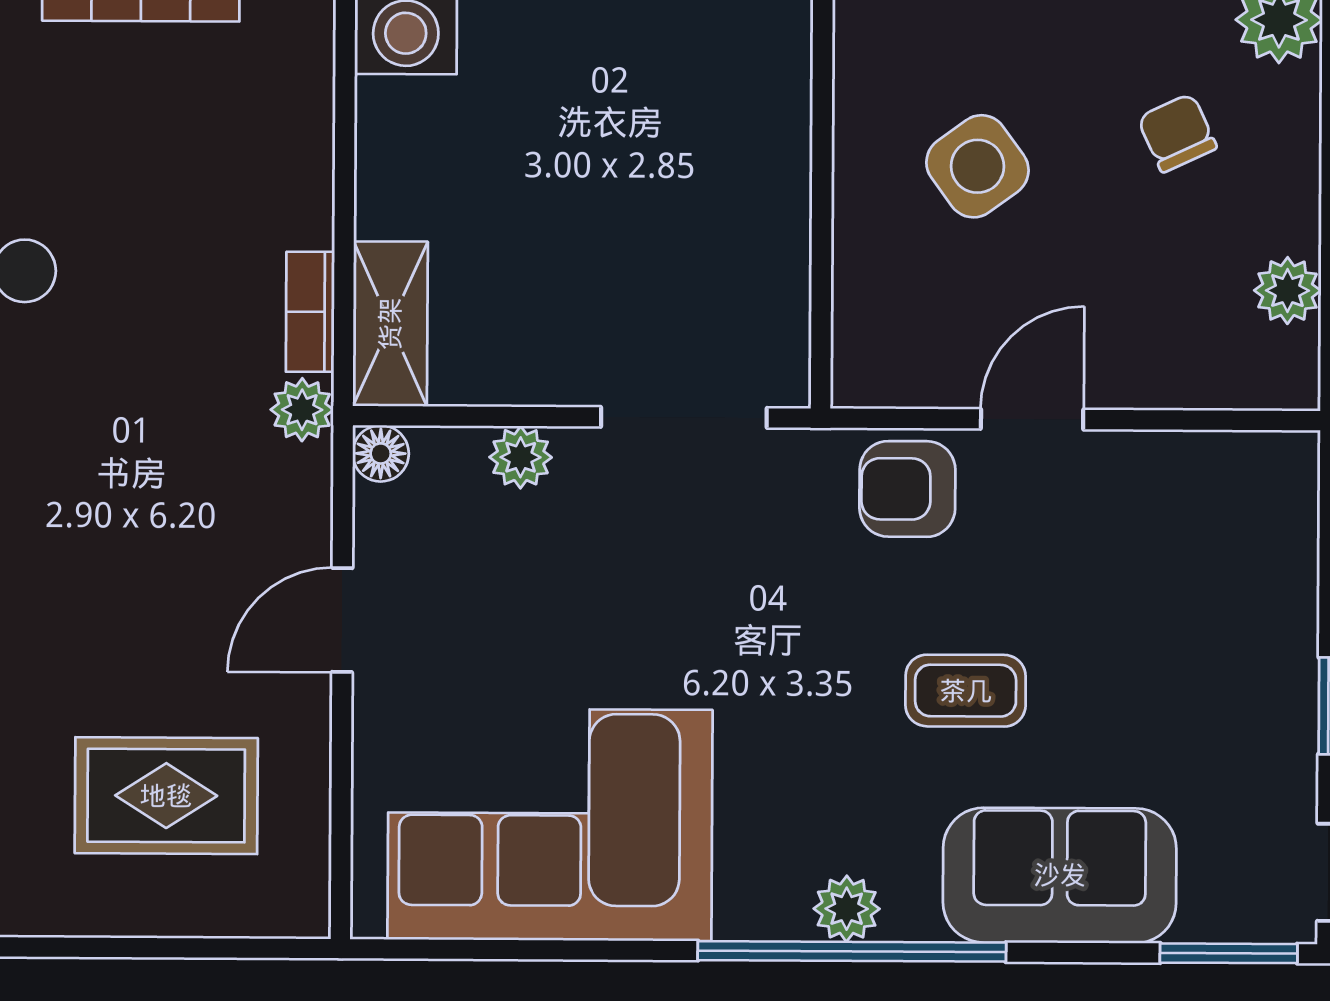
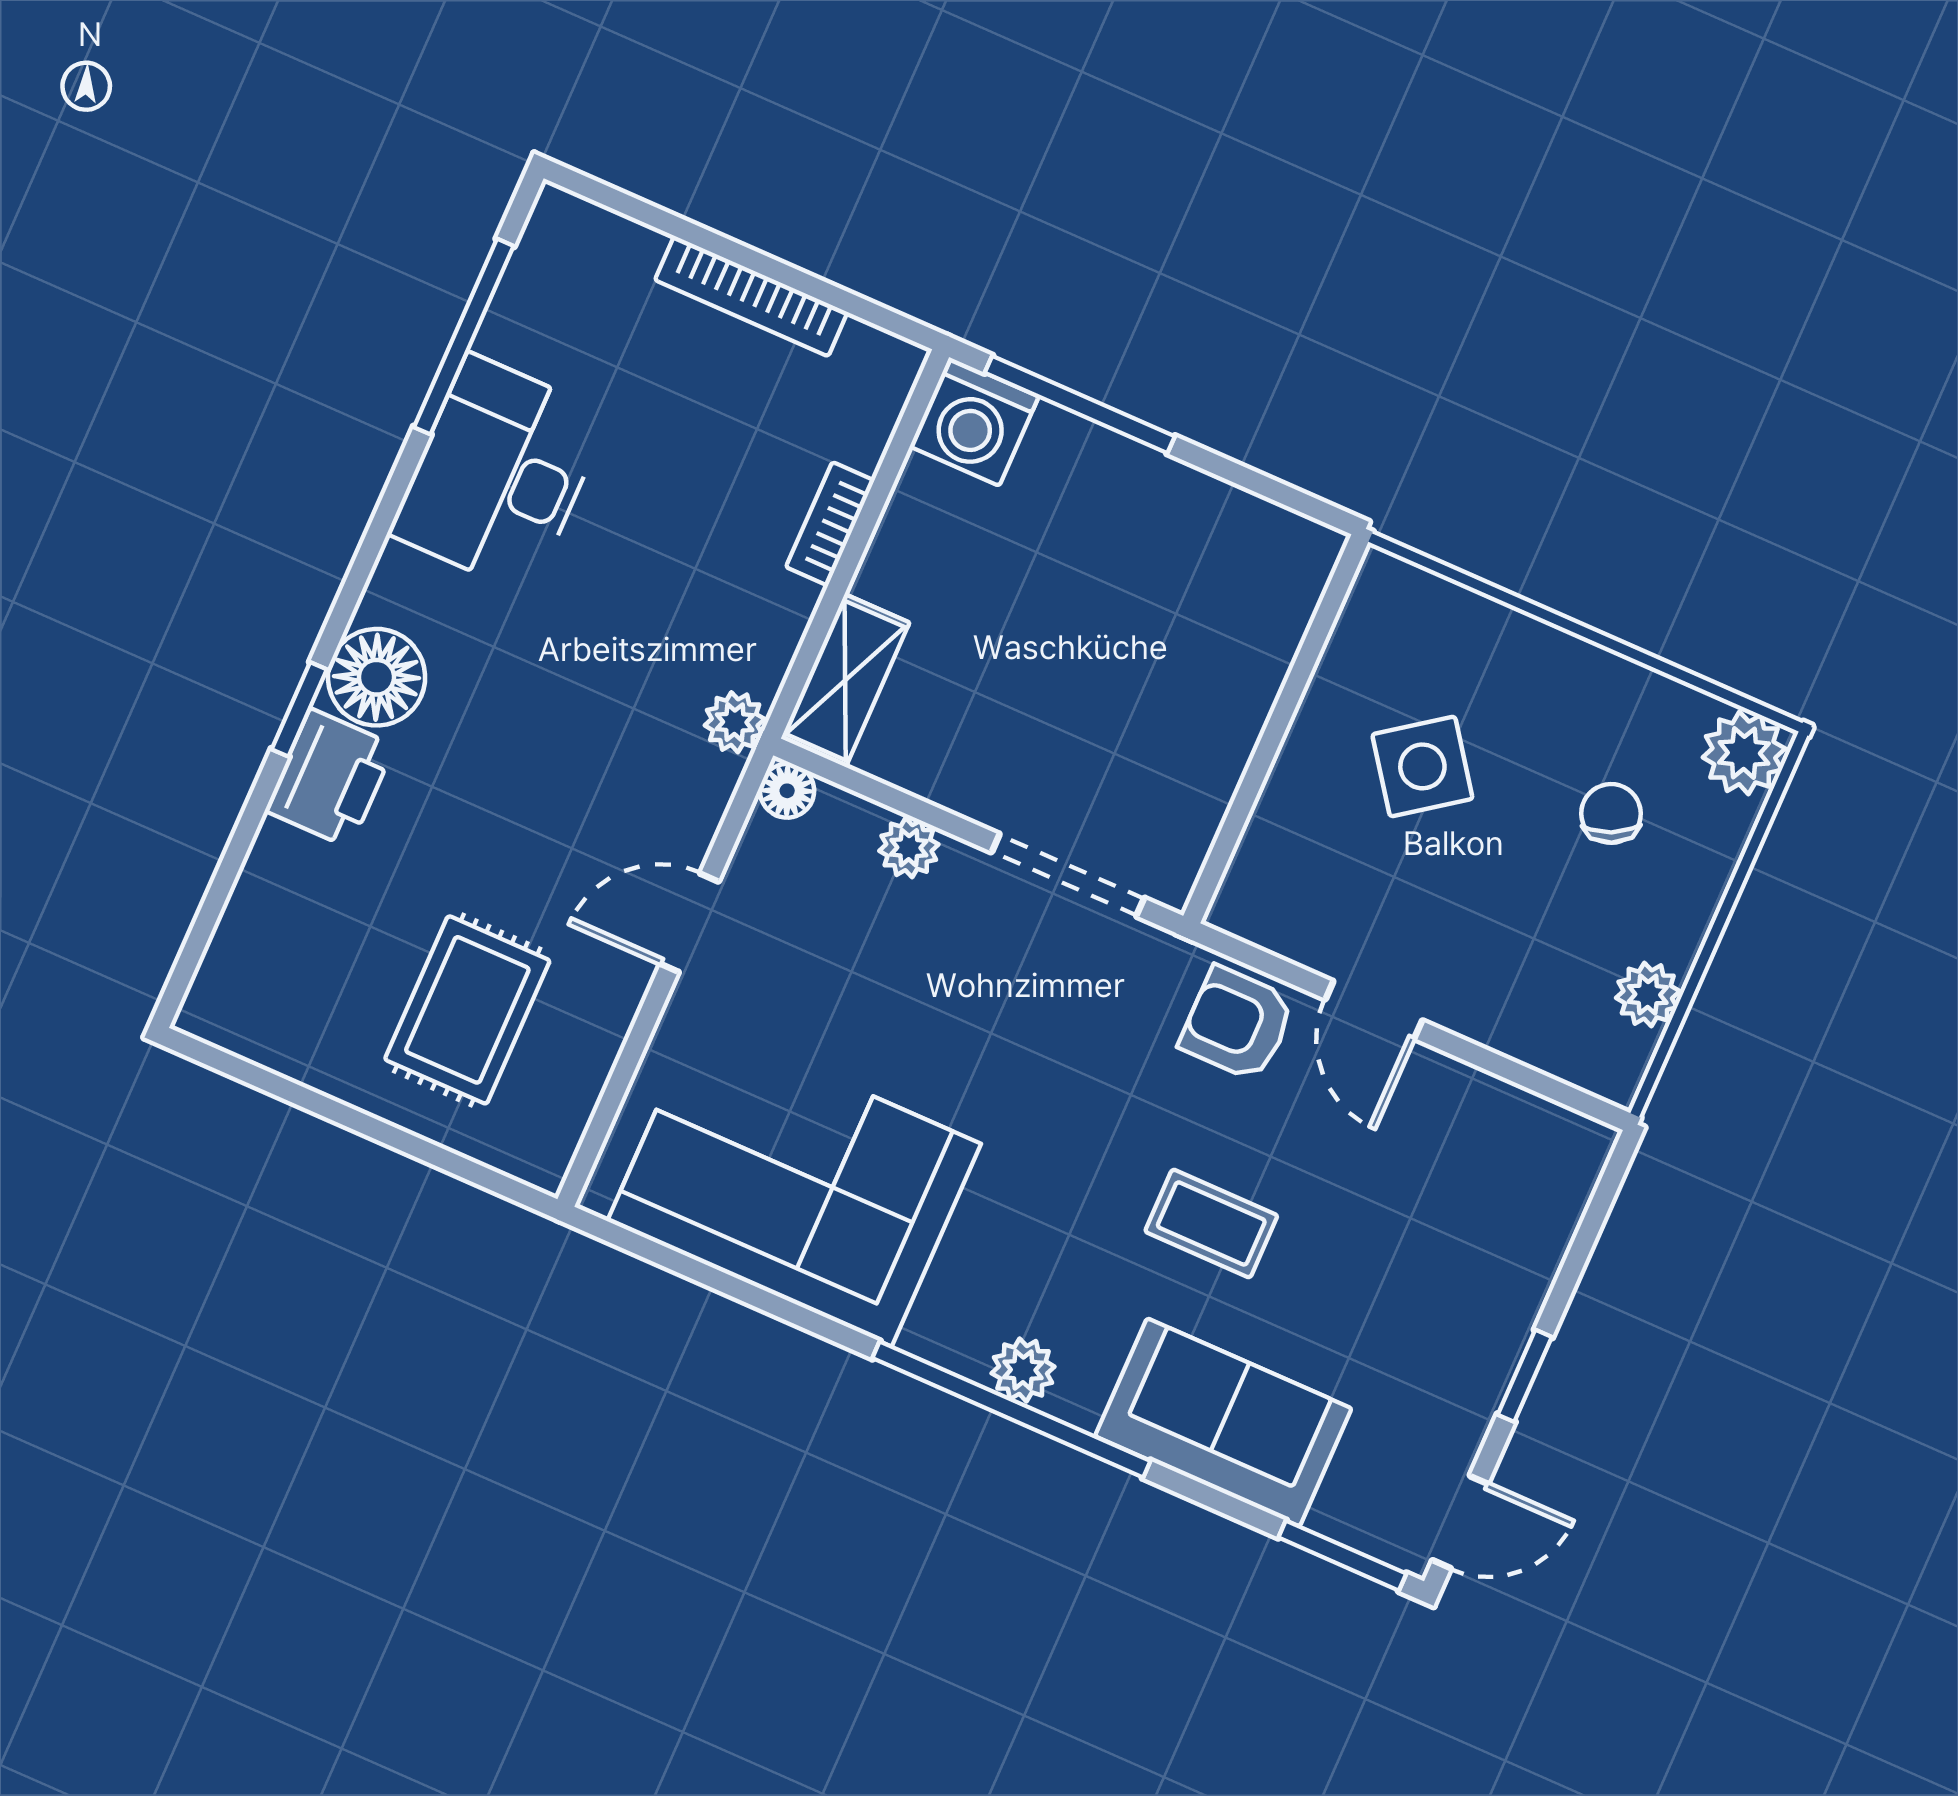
bookcase: (310, 312) -> (830, 524), moved
door: (1032, 419) -> (1374, 1010), swing flipped
rug: (166, 796) -> (467, 1010), turned 90

